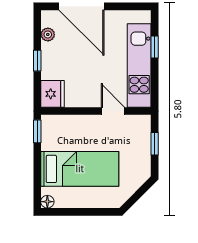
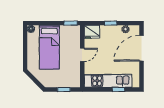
door: (113, 111) -> (82, 55), moved

